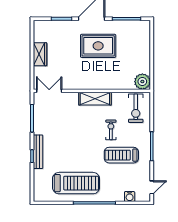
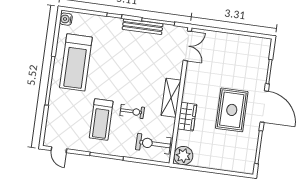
wardrobe: (40, 54) -> (187, 117), moved, turned -90
bench: (38, 152) -> (143, 27), moved
treadmill: (121, 155) -> (101, 120), turned 180
water cooler: (130, 197) -> (66, 19), moved

